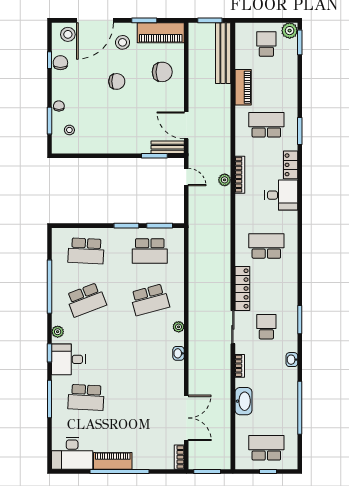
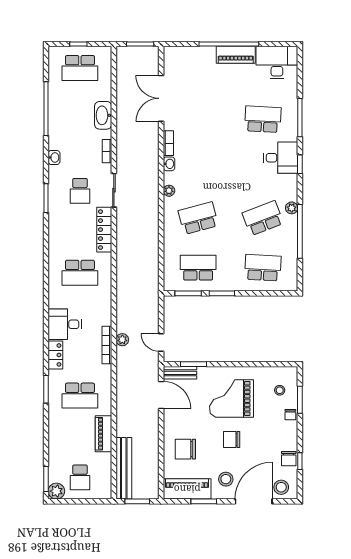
grand piano: (117, 122) -> (231, 398), added
plant: (58, 332) -> (292, 208), moved
bookcase: (179, 457) -> (168, 143), moved

